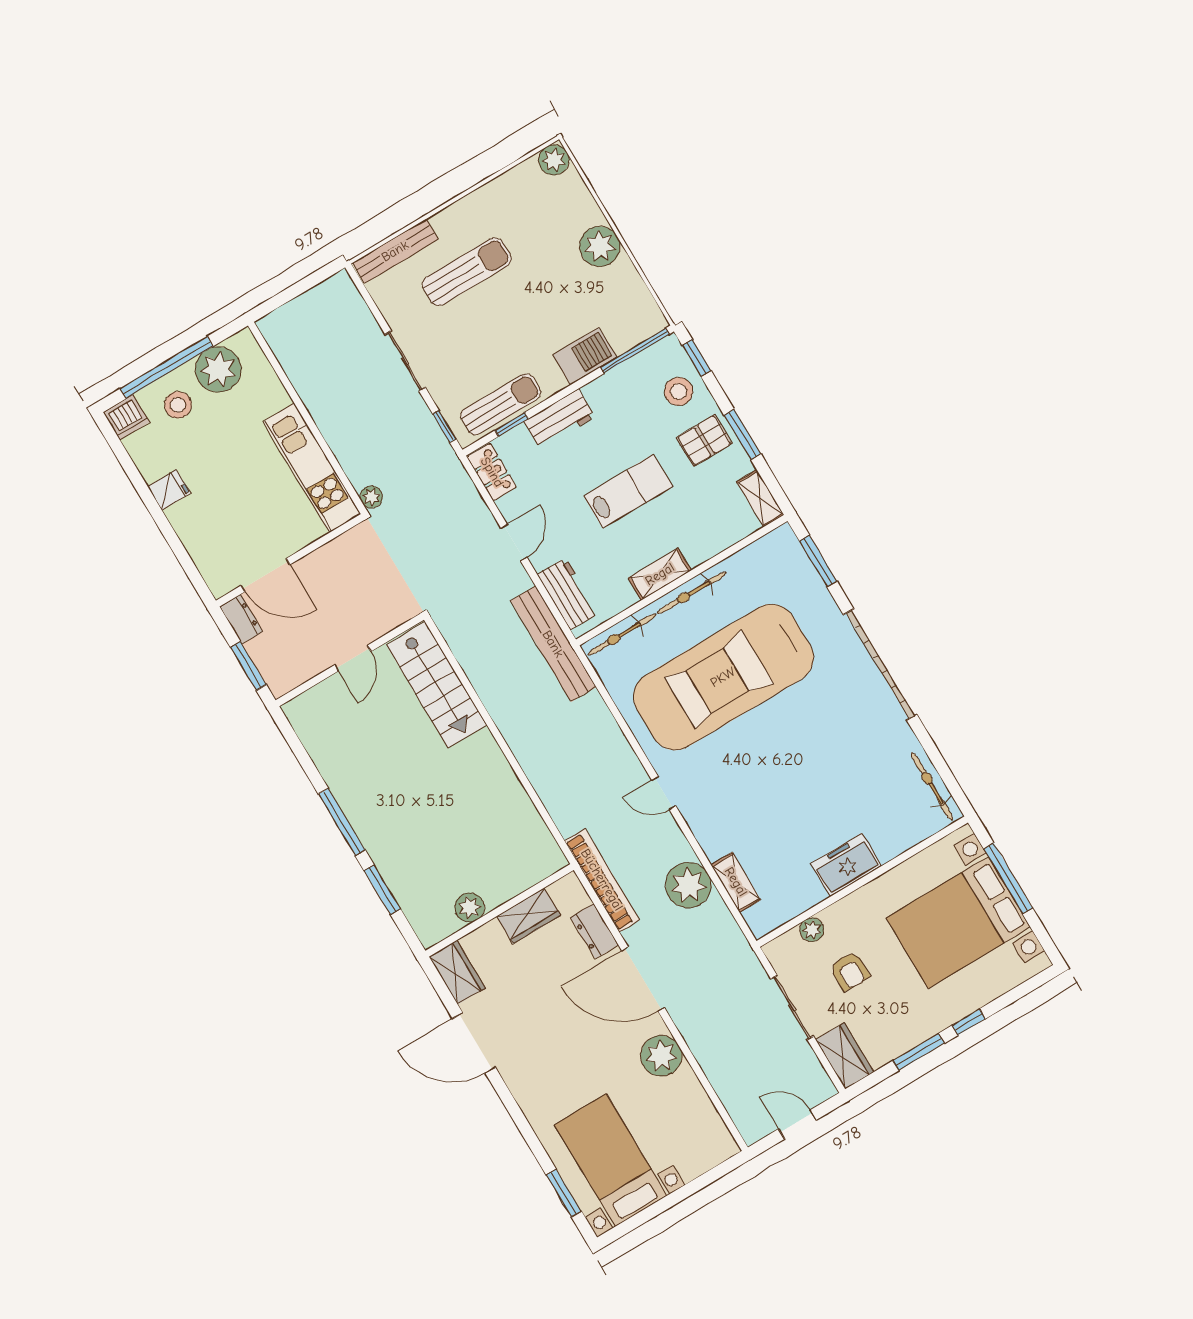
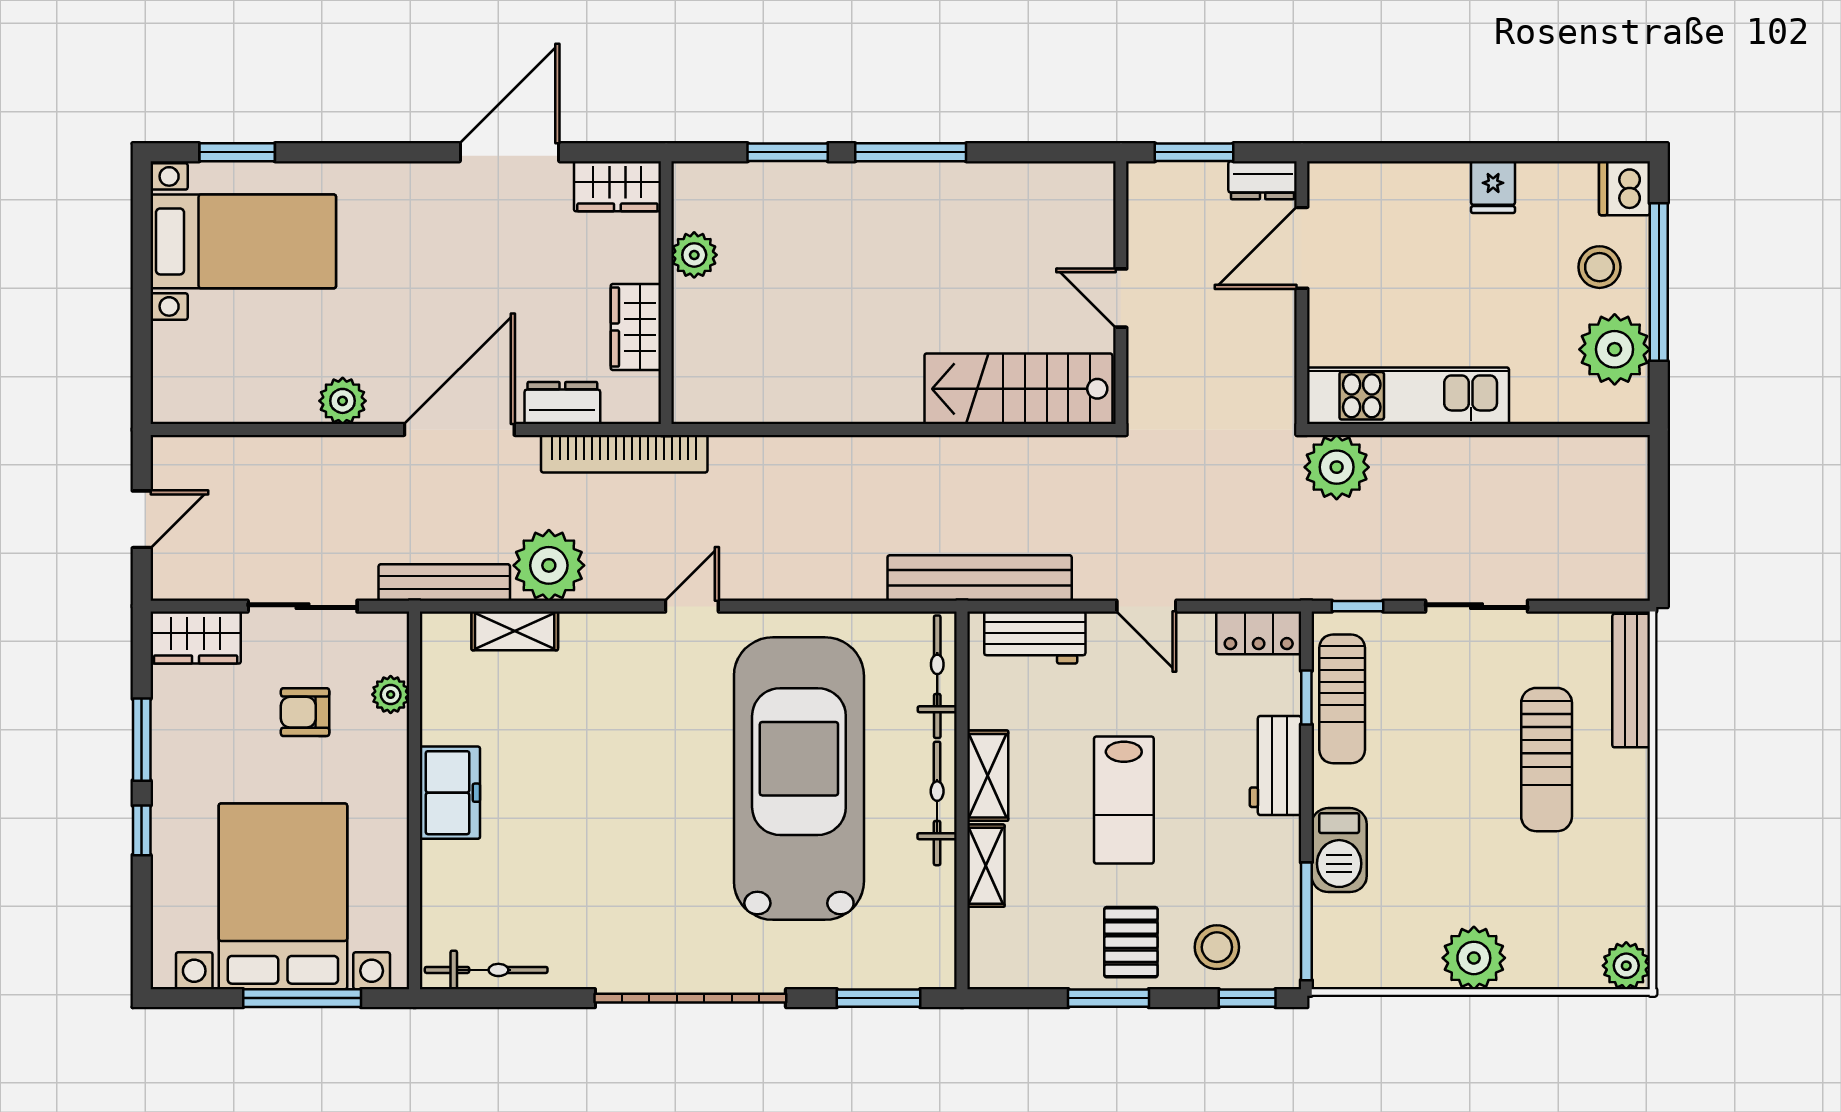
plant: (371, 497) -> (1337, 467), width x1.88, depth x1.88
shelving: (760, 498) -> (986, 866), moved, turned 90
bench: (732, 937) -> (444, 582), added
plant: (661, 1056) -> (343, 401), width x0.73, depth x0.73

